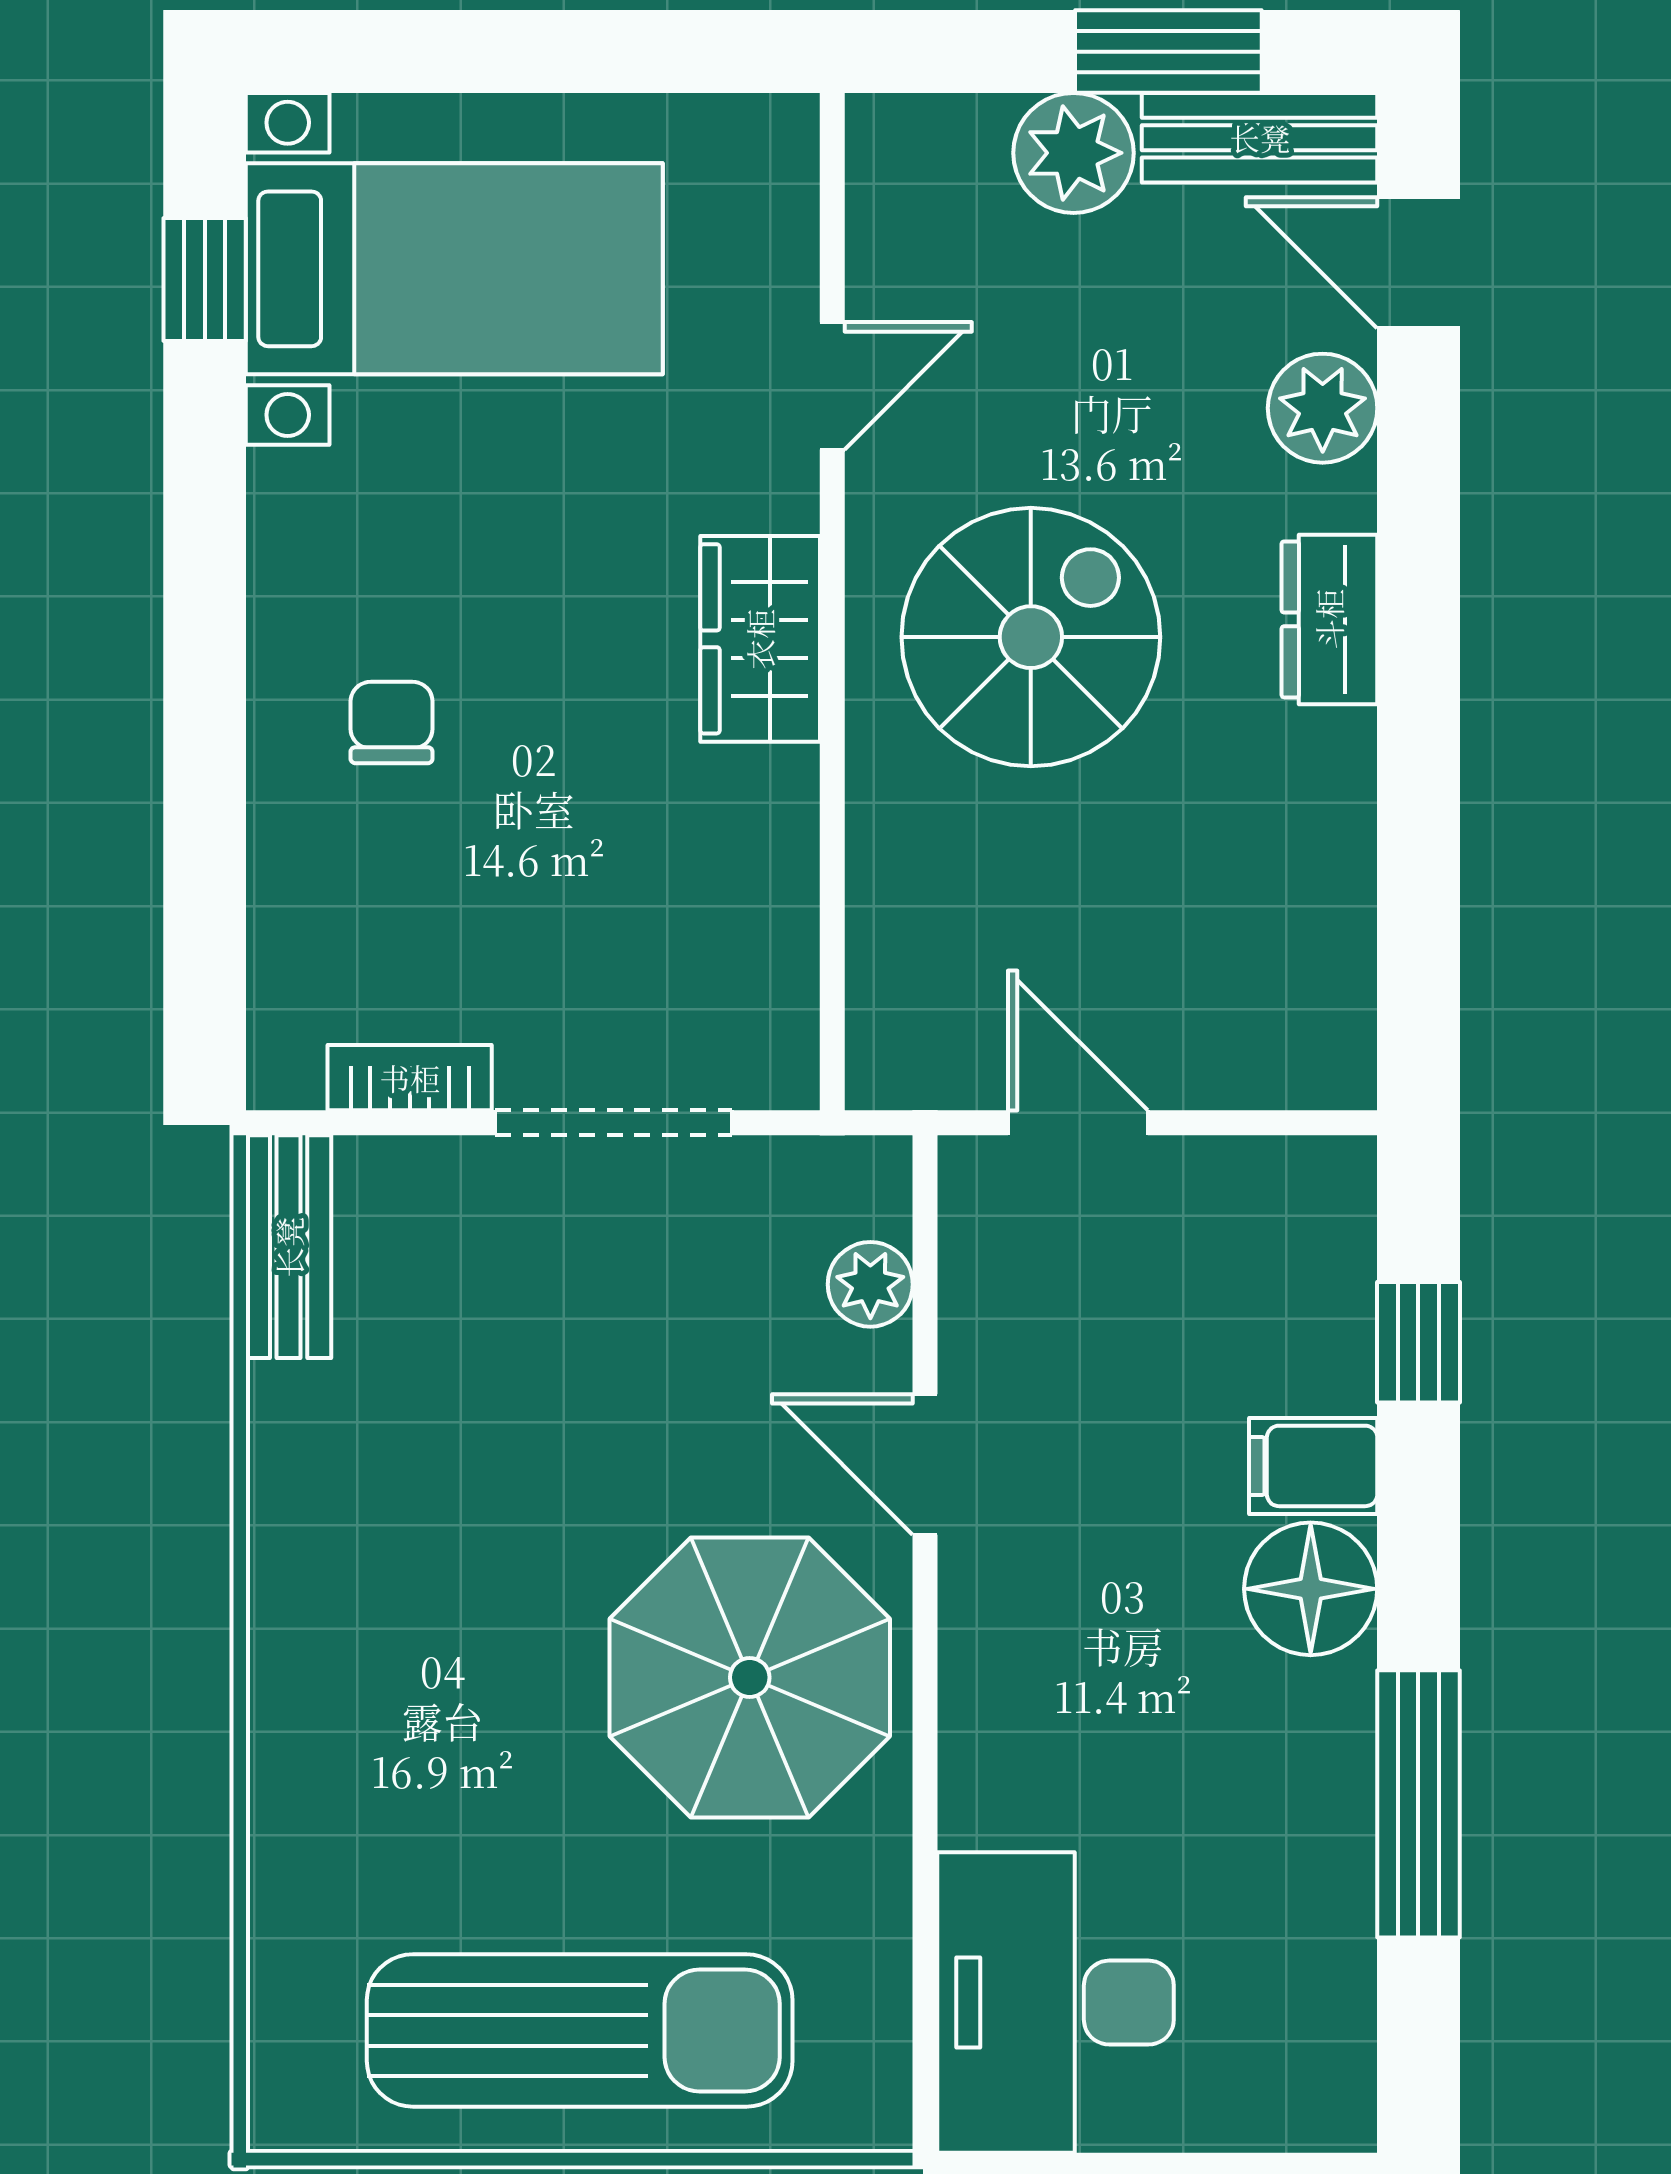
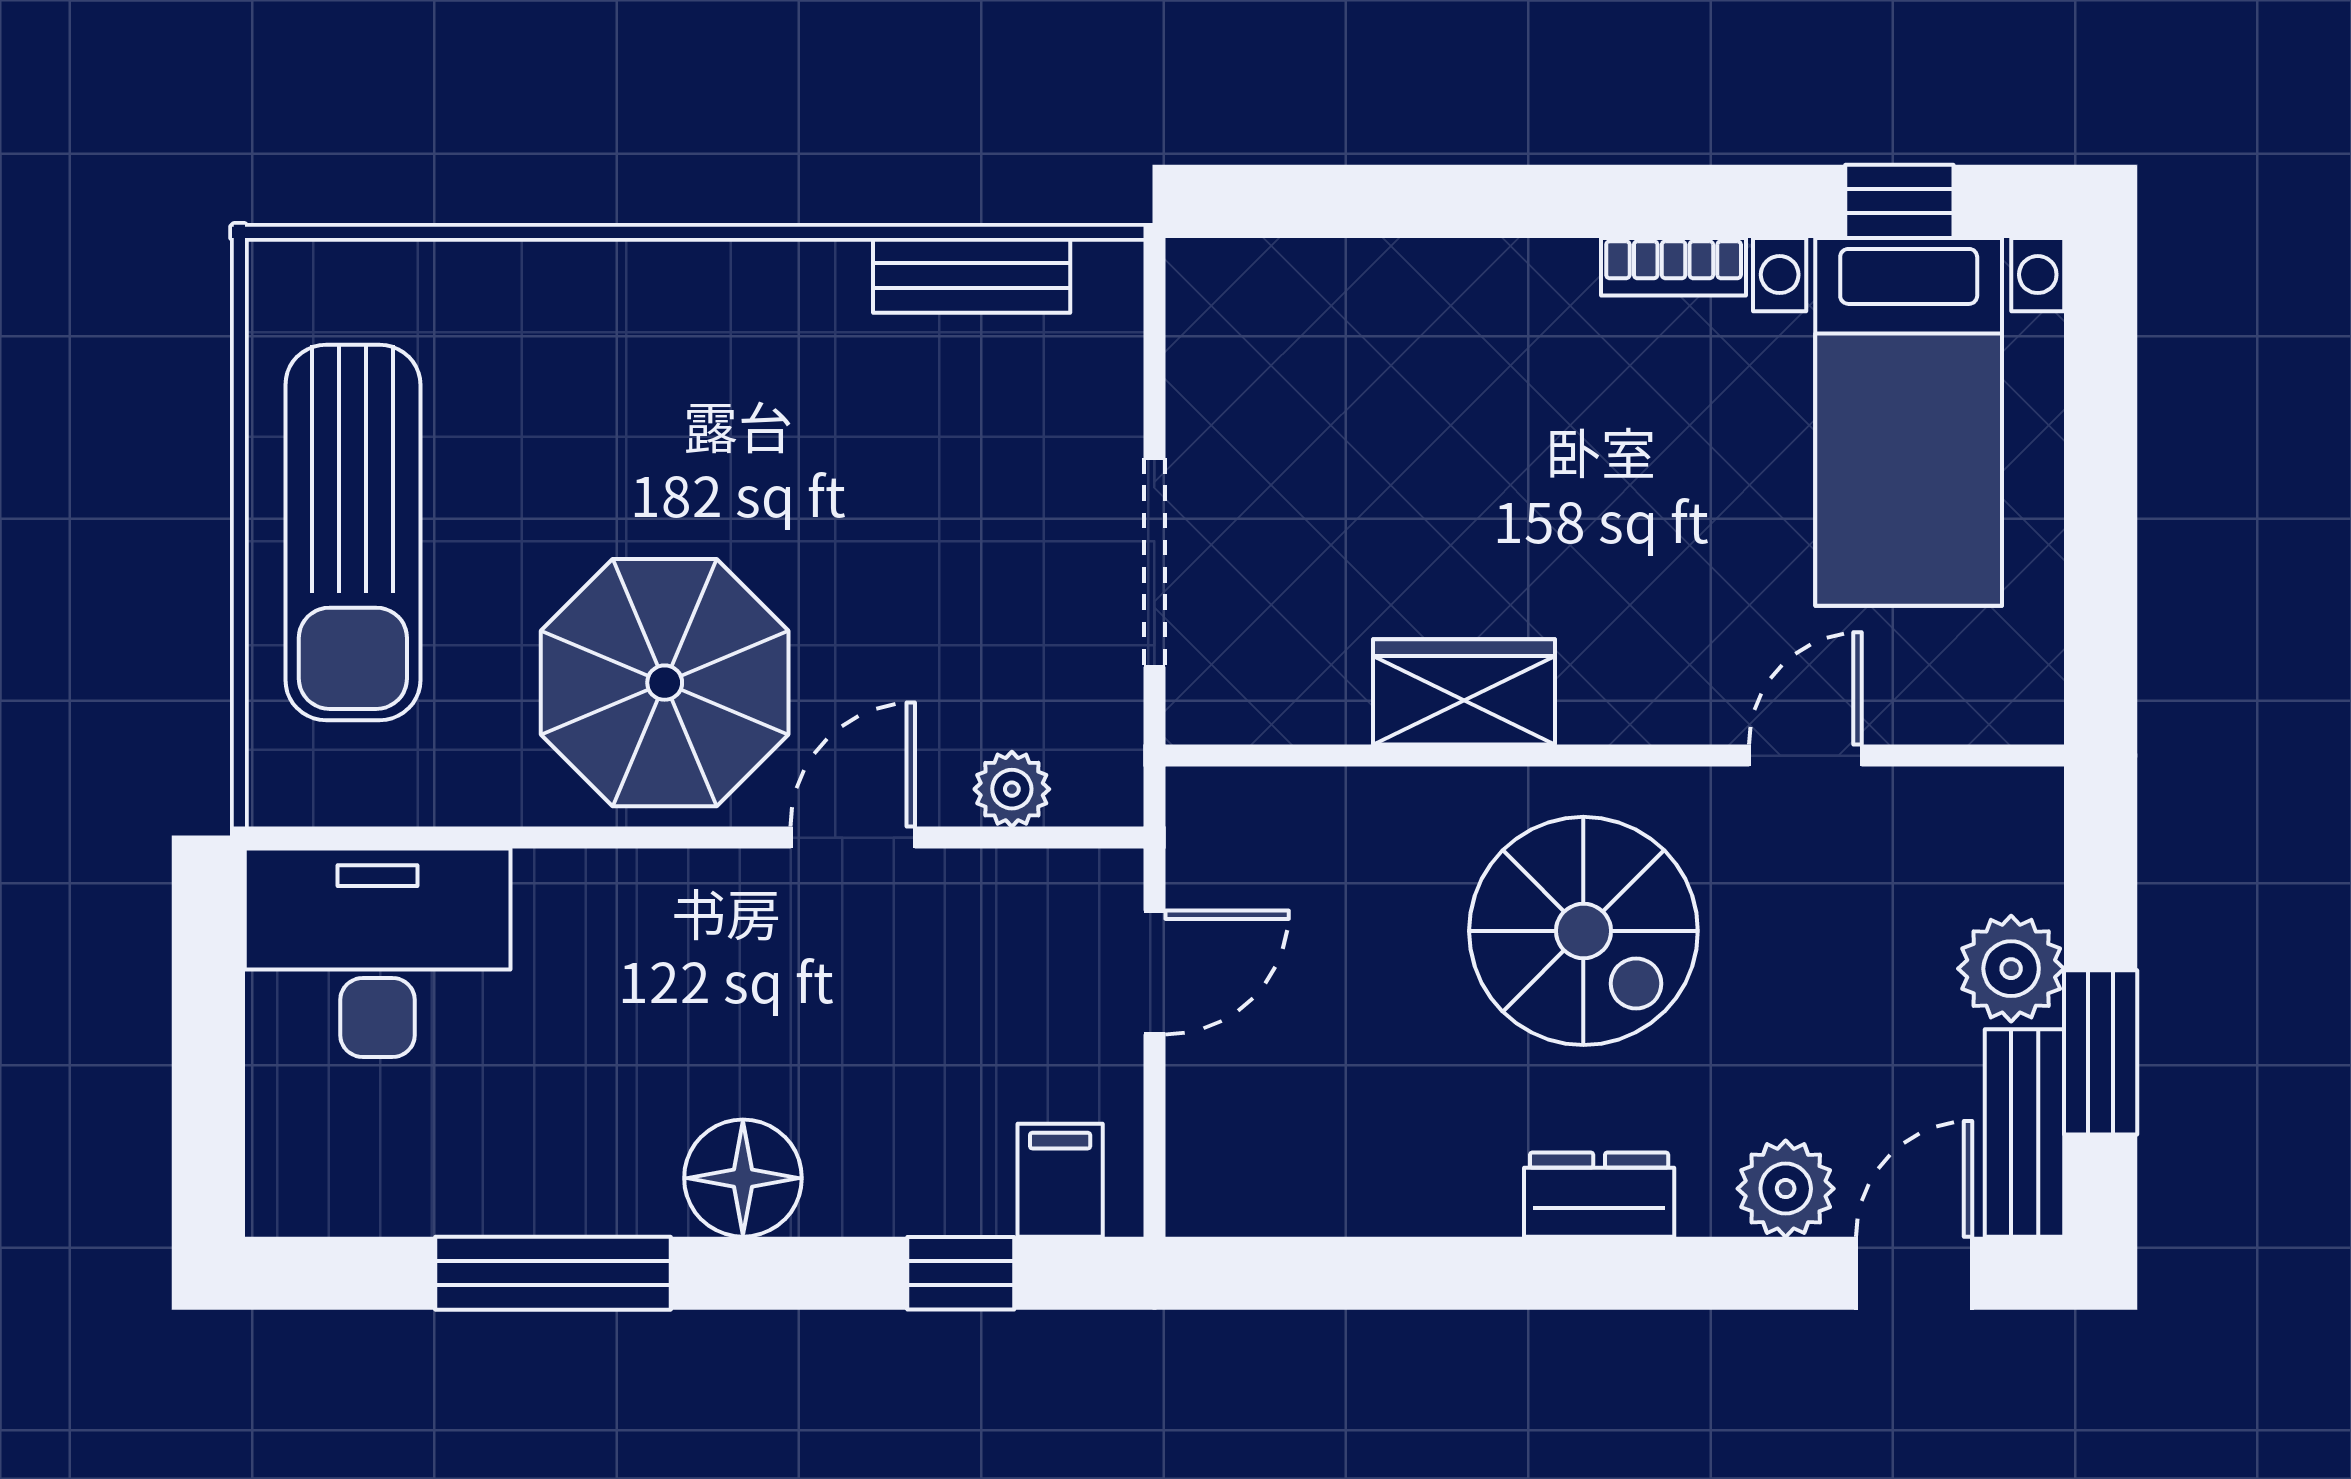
door: (832, 386) -> (1805, 756), swing flipped
wardrobe: (760, 639) -> (1464, 692), moved
chair: (392, 723) -> (1508, 366), removed
bookcase: (410, 1078) -> (1674, 267), moved, turned 90
bench: (289, 1247) -> (972, 275), moved
filing cabinet: (1313, 1466) -> (1060, 1180), moved

